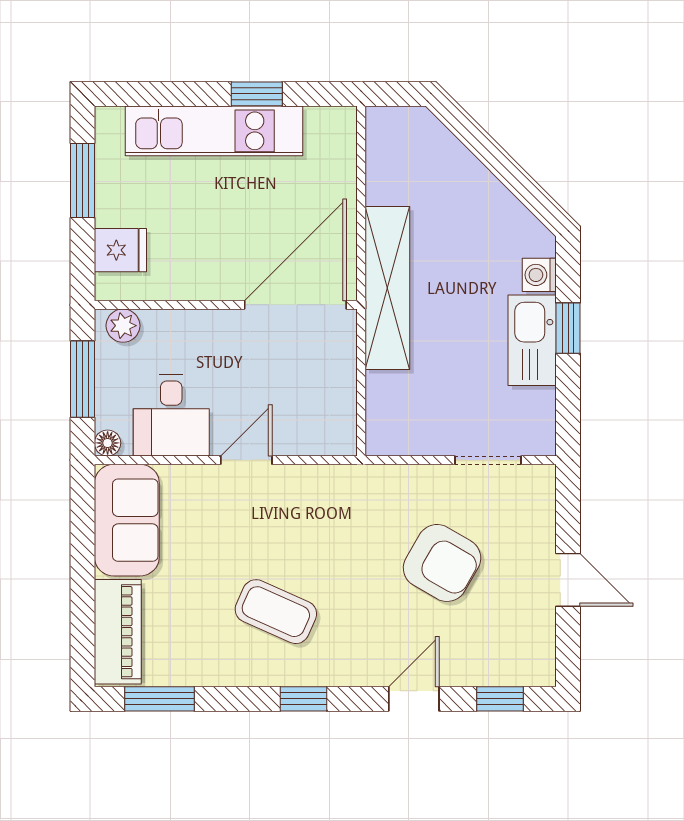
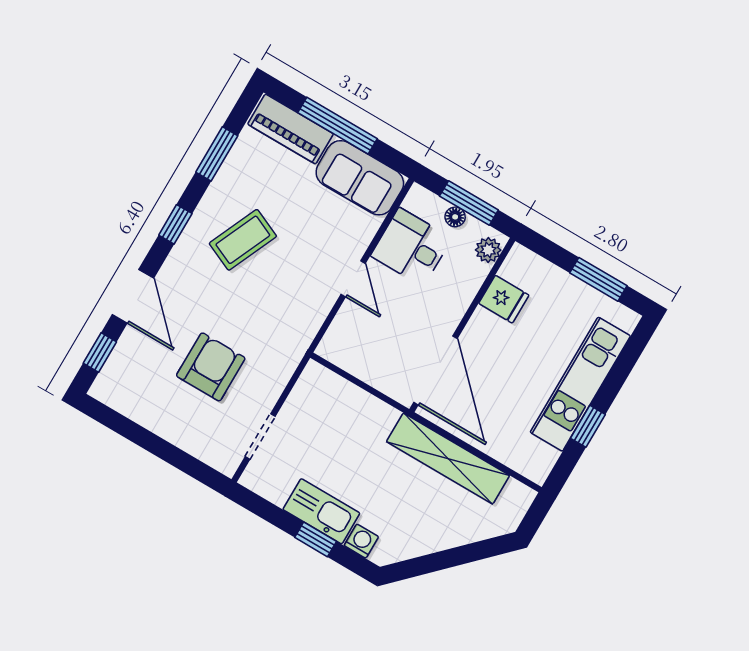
fridge: (120, 250) -> (504, 299), moved, turned -90
shelving: (387, 288) -> (448, 459), moved
floor lamp: (108, 443) -> (455, 217), moved
armchair: (442, 563) -> (211, 367), turned 150
door: (568, 580) -> (151, 443), removed
window: (82, 581) -> (337, 126), added
window: (160, 699) -> (217, 154), moved
door: (414, 699) -> (133, 296), width x1.38

